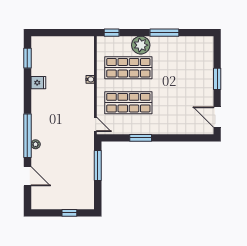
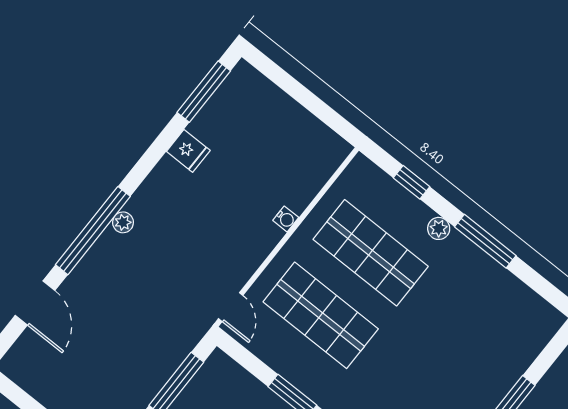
window: (112, 33) -> (411, 182), moved
plant: (141, 45) -> (439, 228), width x0.53, depth x0.53
window: (27, 58) -> (204, 92), width x1.44
plant: (36, 144) -> (123, 222), moved

